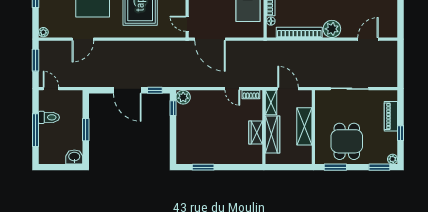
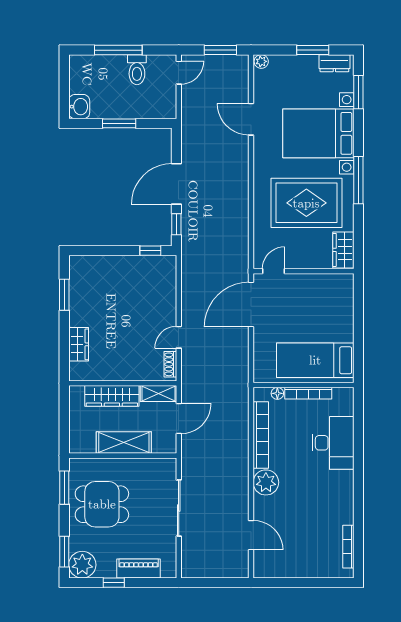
plant: (183, 97) -> (166, 265), removed
wardrobe: (256, 133) -> (79, 344), moved, turned 90
plant: (393, 159) -> (82, 565), width x1.87, depth x1.87

